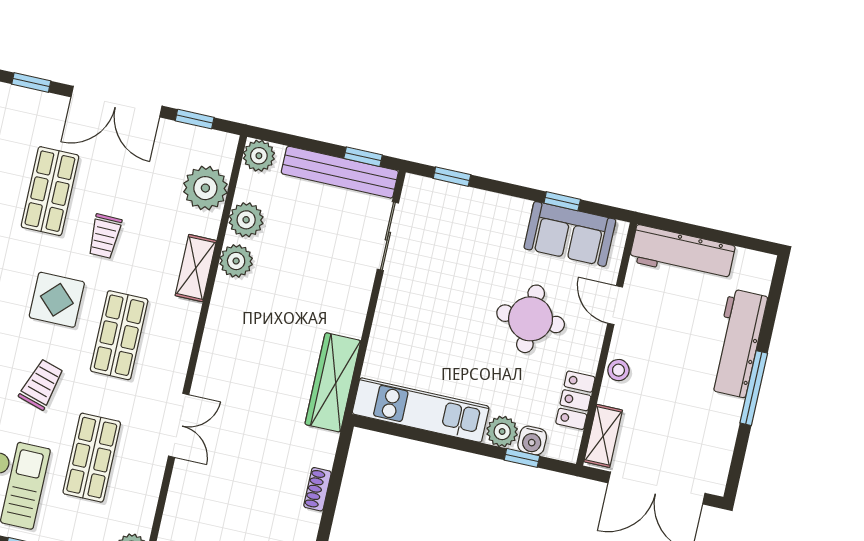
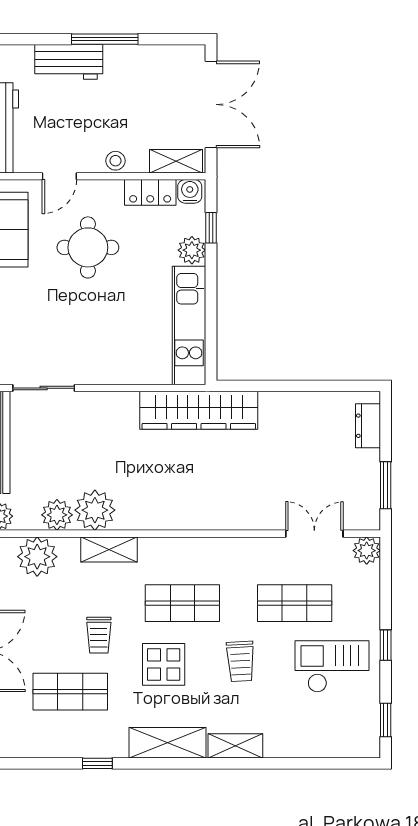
trolley: (105, 236) -> (99, 635), turned 89
plant: (236, 261) -> (95, 510), width x1.36, depth x1.36
workbench: (738, 343) -> (69, 62), width x0.73
wardrobe: (333, 382) -> (199, 410), width x1.40, depth x1.17
trolley: (41, 384) -> (240, 661), turned -110
double door: (179, 425) -> (314, 534), moved
water cooler: (532, 441) -> (190, 191), moved, turned -90
shoe rack: (317, 489) -> (278, 400), removed

